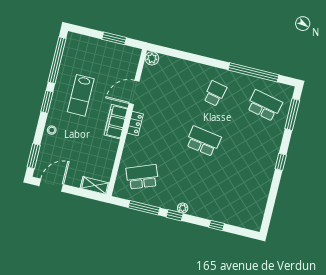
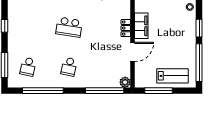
window: (114, 38) -> (159, 91), width x1.44
window: (179, 54) -> (105, 91), added
lab bench: (81, 95) -> (172, 76), moved, turned 90
school desk: (264, 106) -> (28, 67), width x0.54

